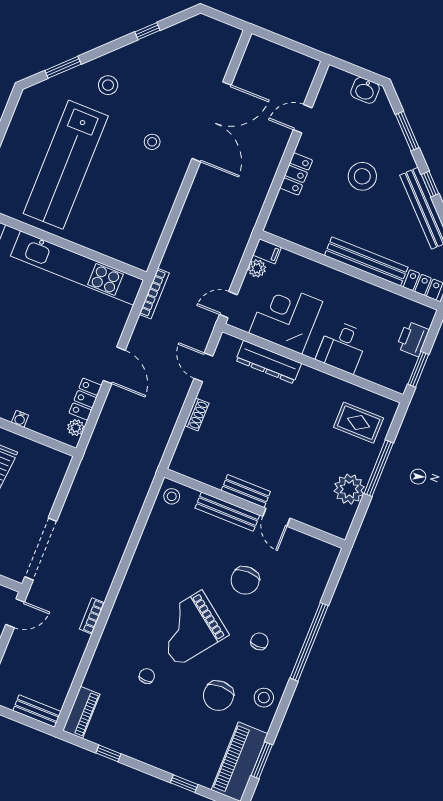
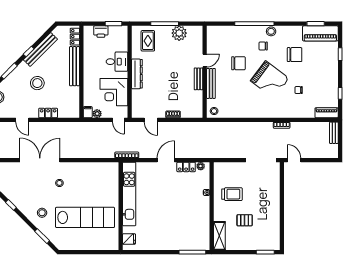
dresser: (268, 362) -> (137, 74), moved
door: (203, 367) -> (151, 120), hinge flipped
stool: (264, 698) -> (271, 31), moved

